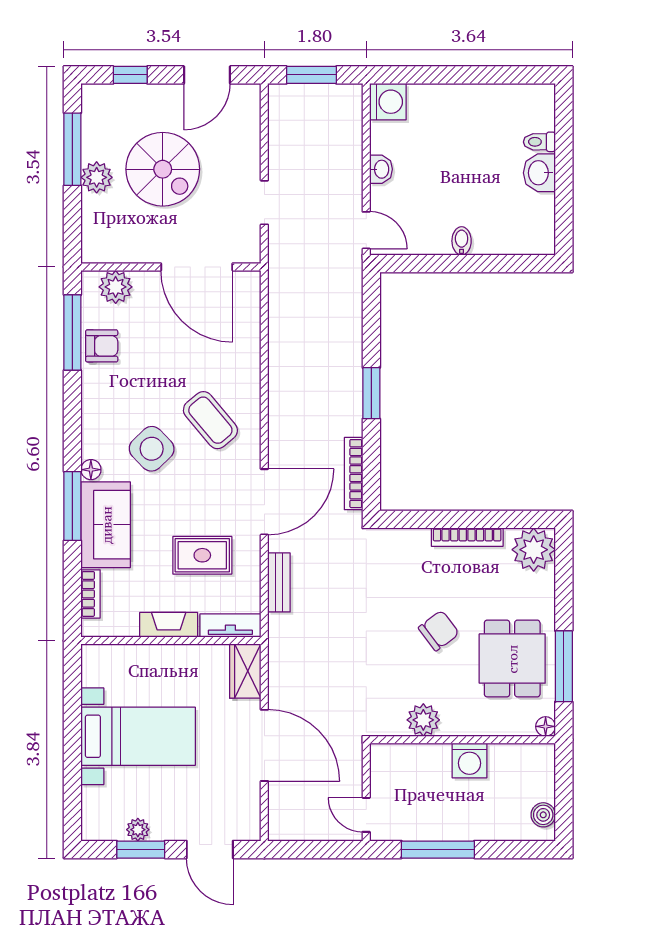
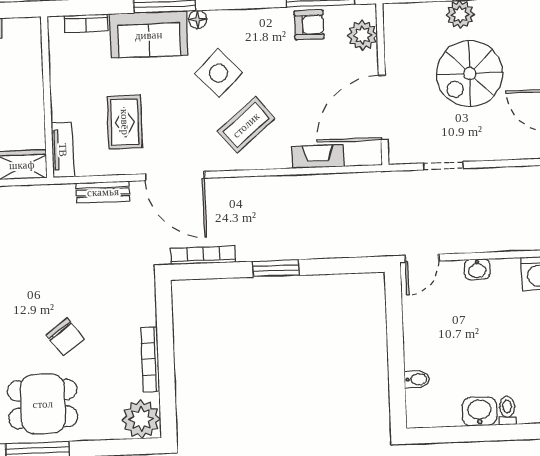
bidet: (462, 241) -> (417, 379), moved
armchair: (102, 346) -> (309, 25), turned -90
fireplace: (169, 625) -> (318, 156), moved, turned -90

